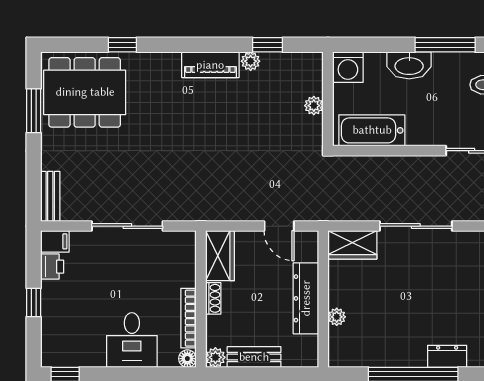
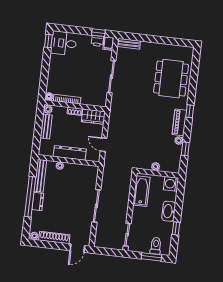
window: (122, 45) -> (190, 111), moved
window: (445, 45) -> (176, 228), width x0.46
dining table: (85, 92) -> (171, 79), moved
window: (34, 111) -> (168, 41), removed
door: (279, 226) -> (104, 145), hinge flipped
wardrobe: (352, 245) -> (91, 176), removed
window: (34, 302) -> (98, 33), moved
desk: (132, 340) -> (64, 43), moved
dresser: (447, 356) -> (38, 201), moved
bench: (364, 357) -> (40, 176), added

